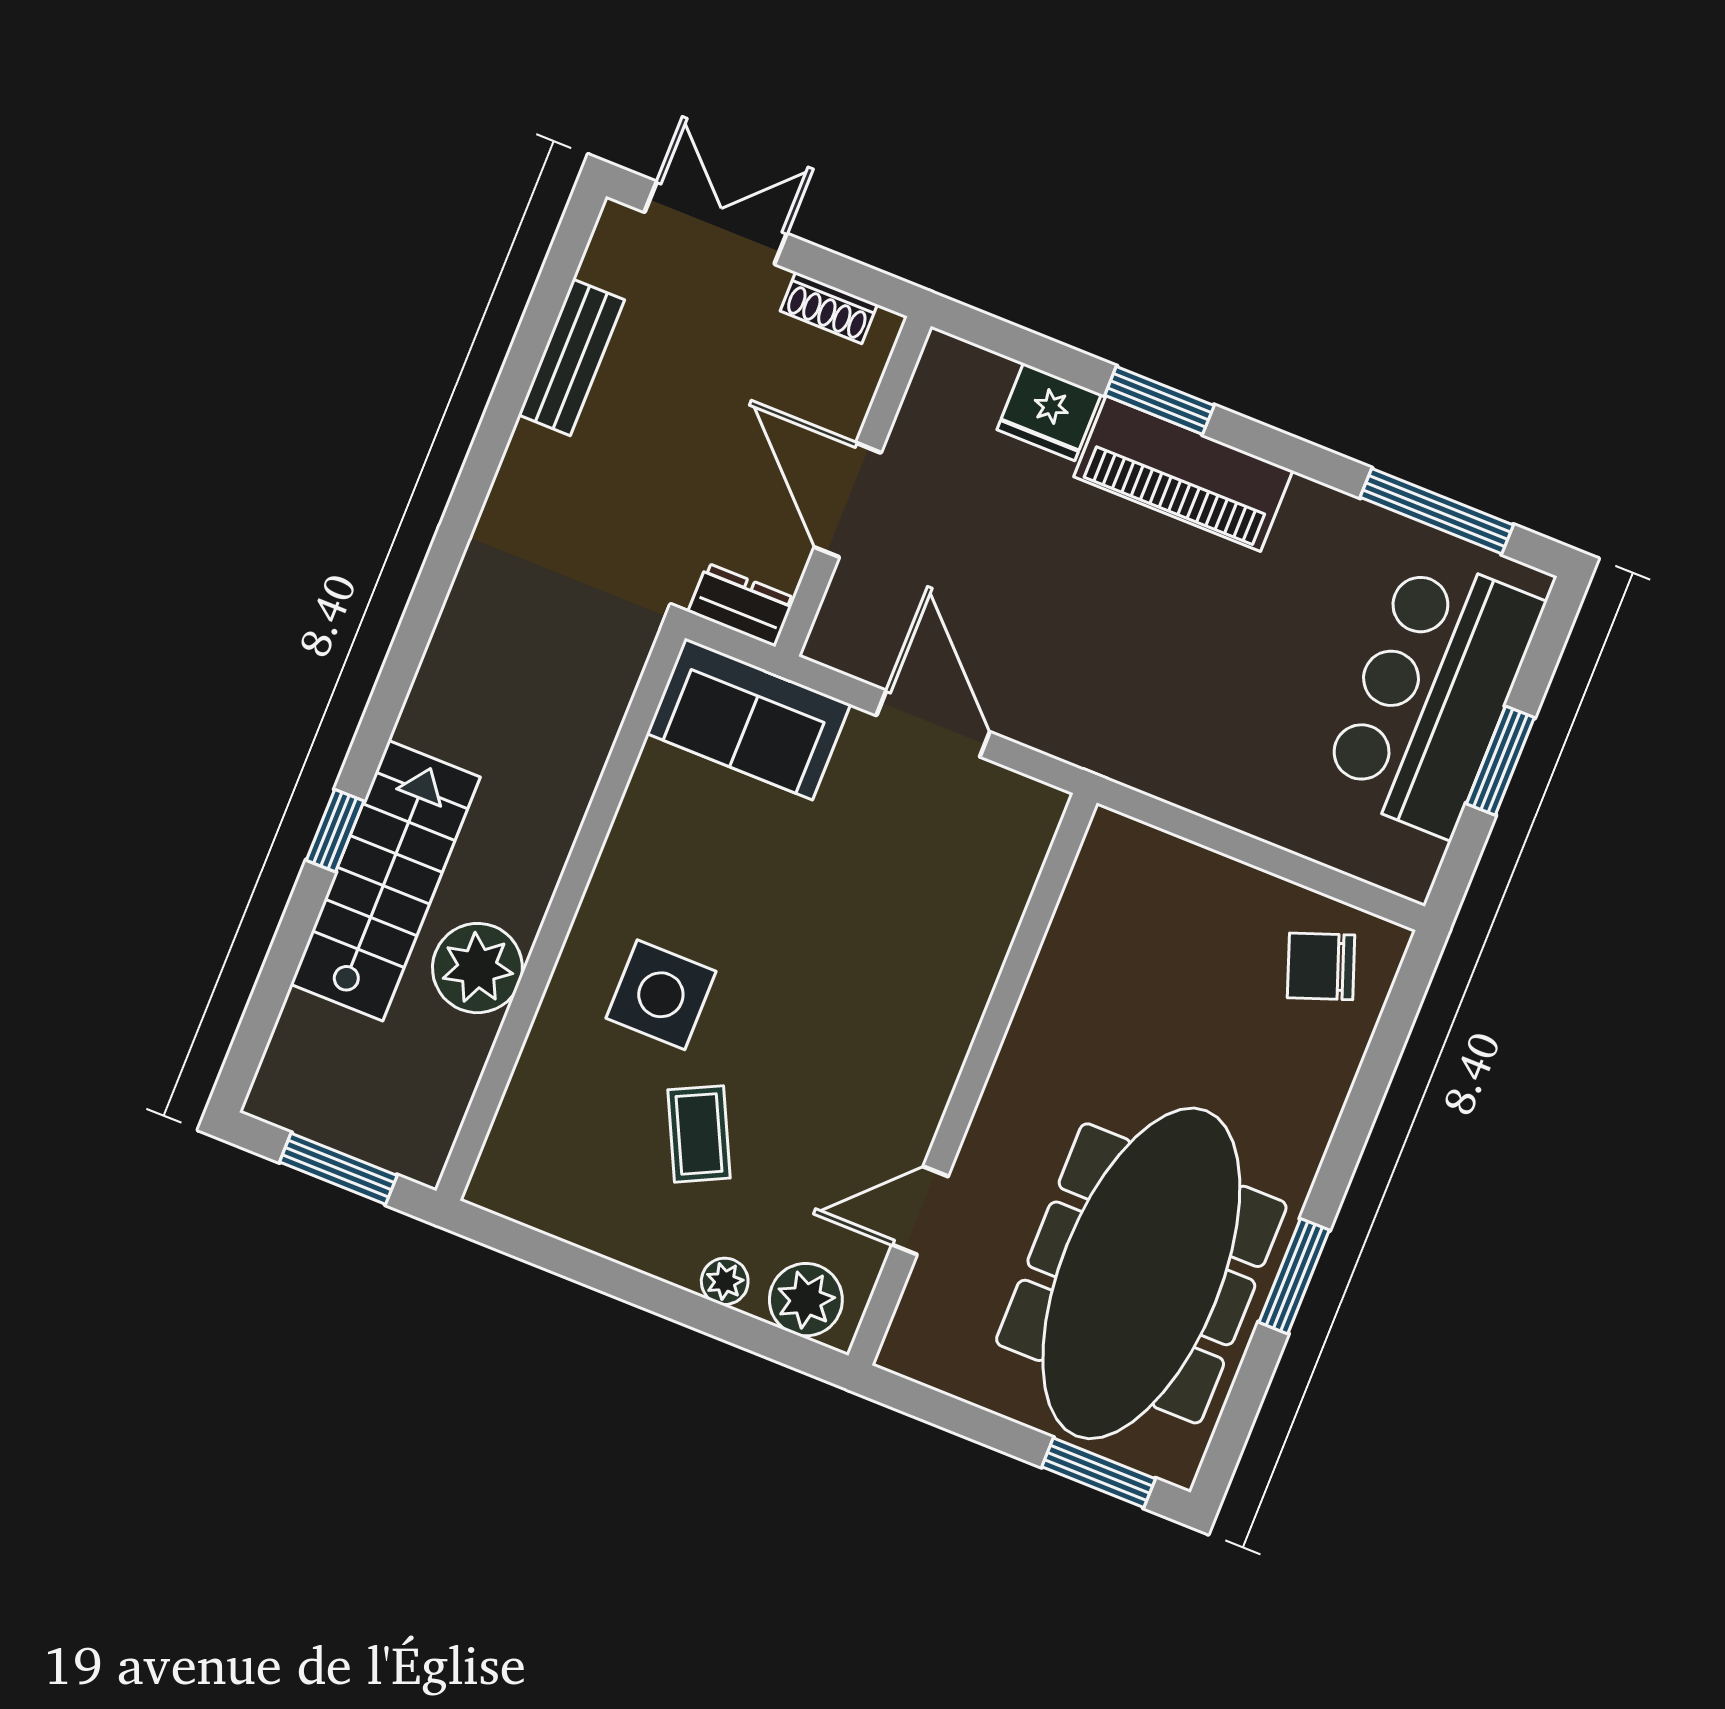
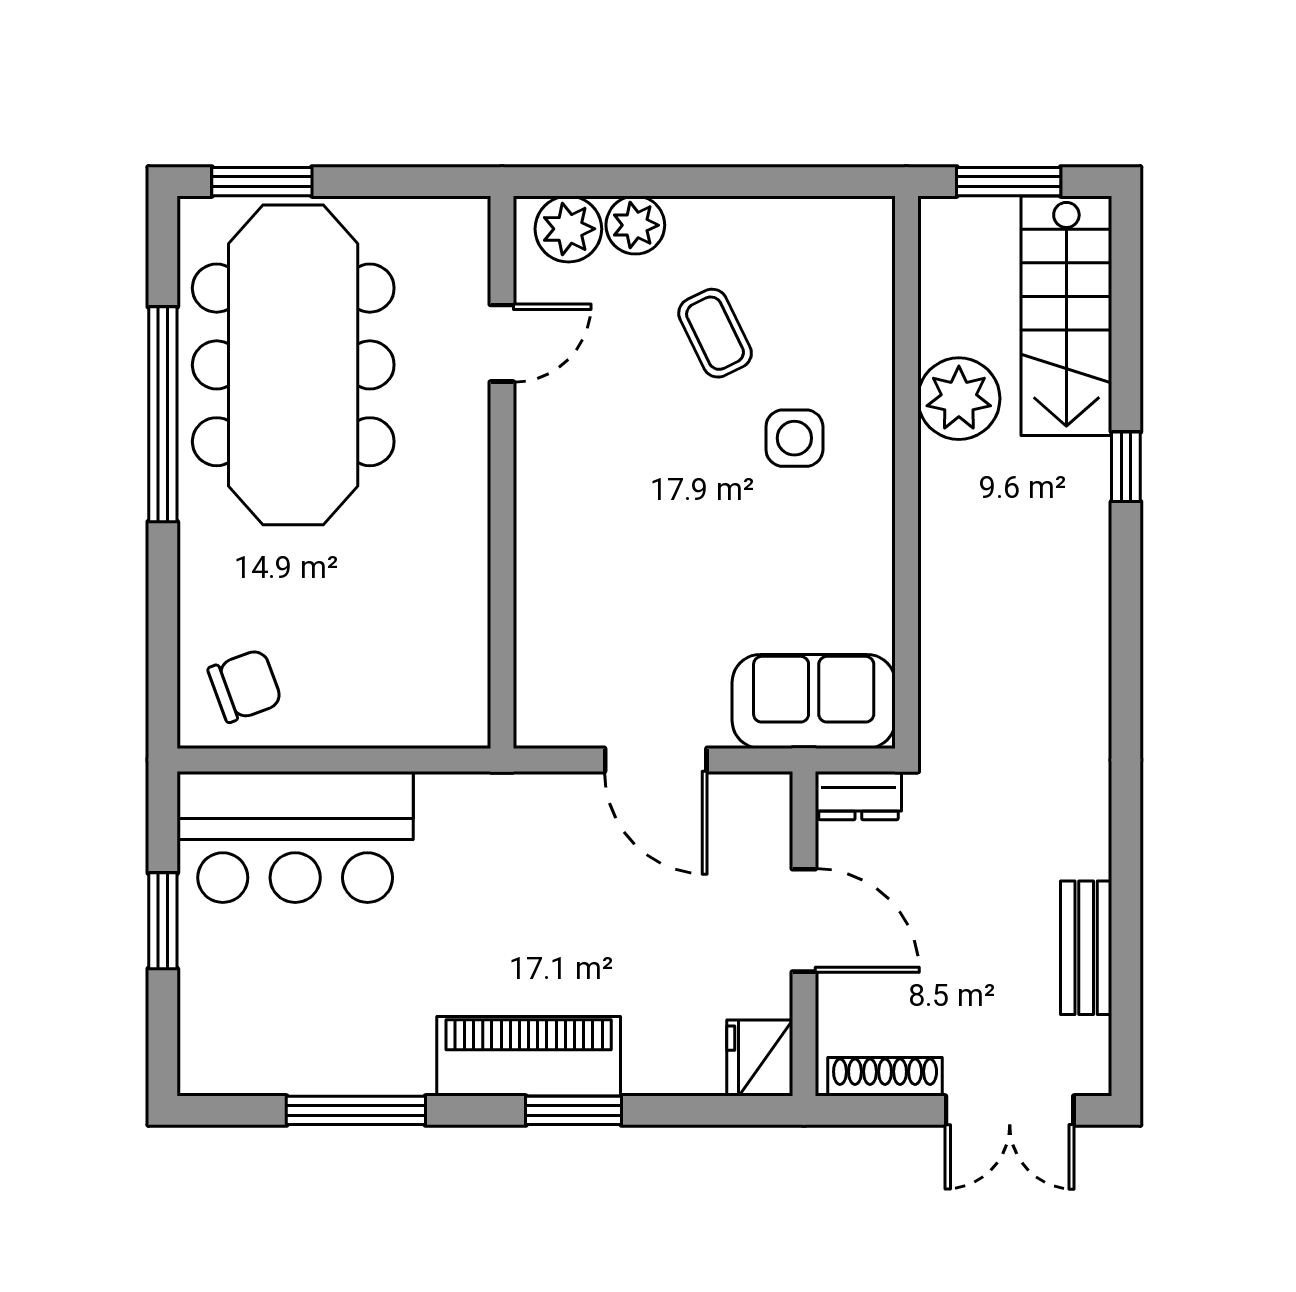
shoe rack: (829, 308) -> (885, 1077), width x1.43
fridge: (1049, 412) -> (760, 1058), moved, turned -90
window: (1437, 511) -> (356, 1110), moved
bar counter: (1432, 695) -> (295, 837), moved, turned 90
stairs: (385, 881) -> (1066, 316), moved
side table: (661, 995) -> (794, 438), width x0.73, depth x0.73
window: (1294, 1276) -> (163, 414), width x2.11
plant: (725, 1281) -> (635, 225), width x1.38, depth x1.38

